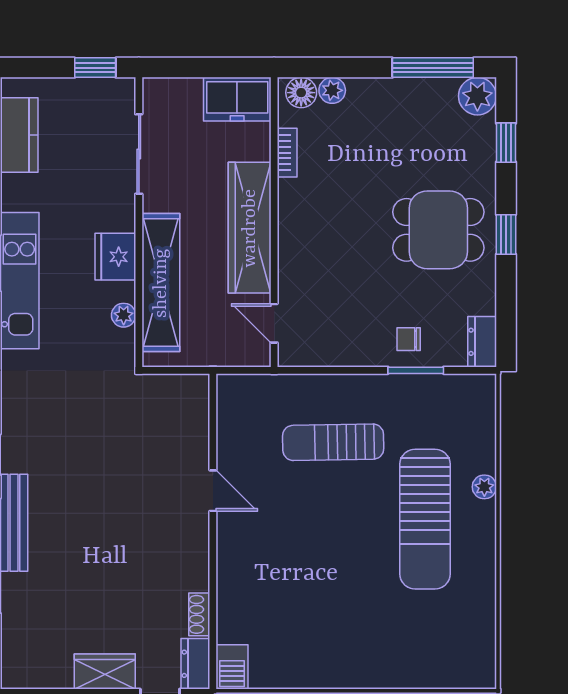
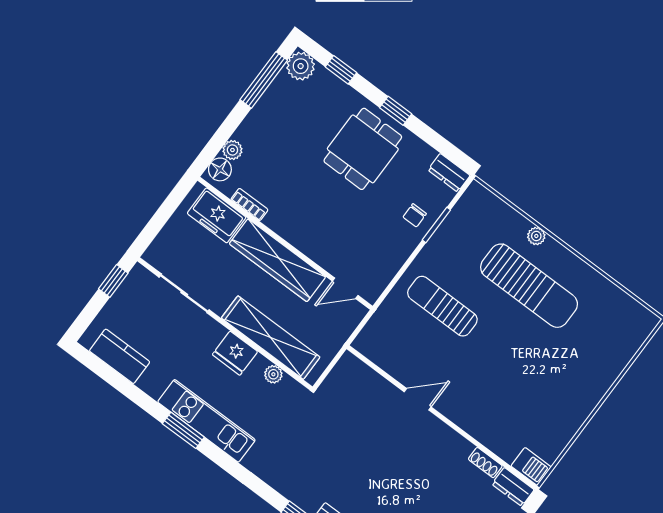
freezer: (237, 99) -> (217, 215), moved, turned 90
sun lounger: (333, 442) -> (442, 306), turned 91

